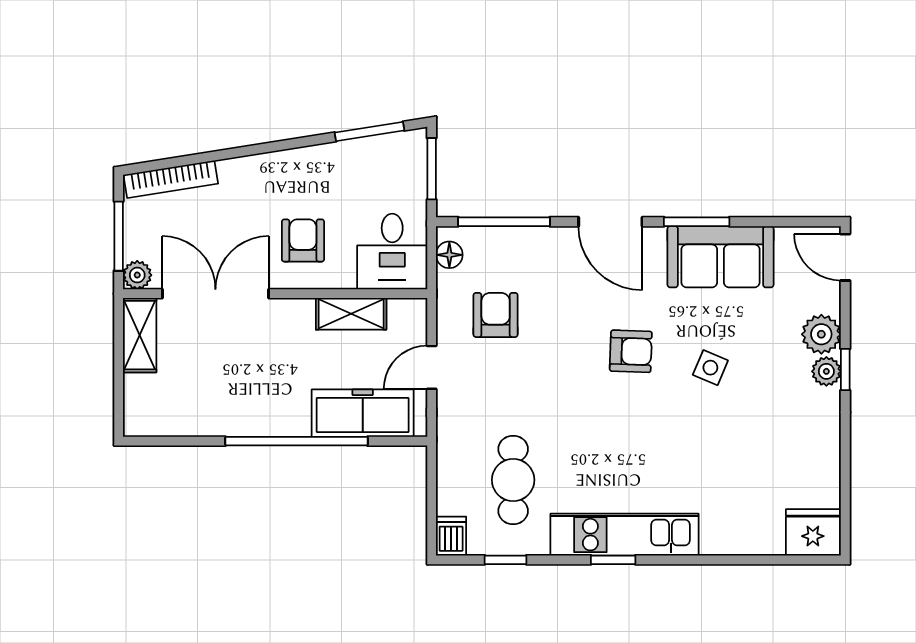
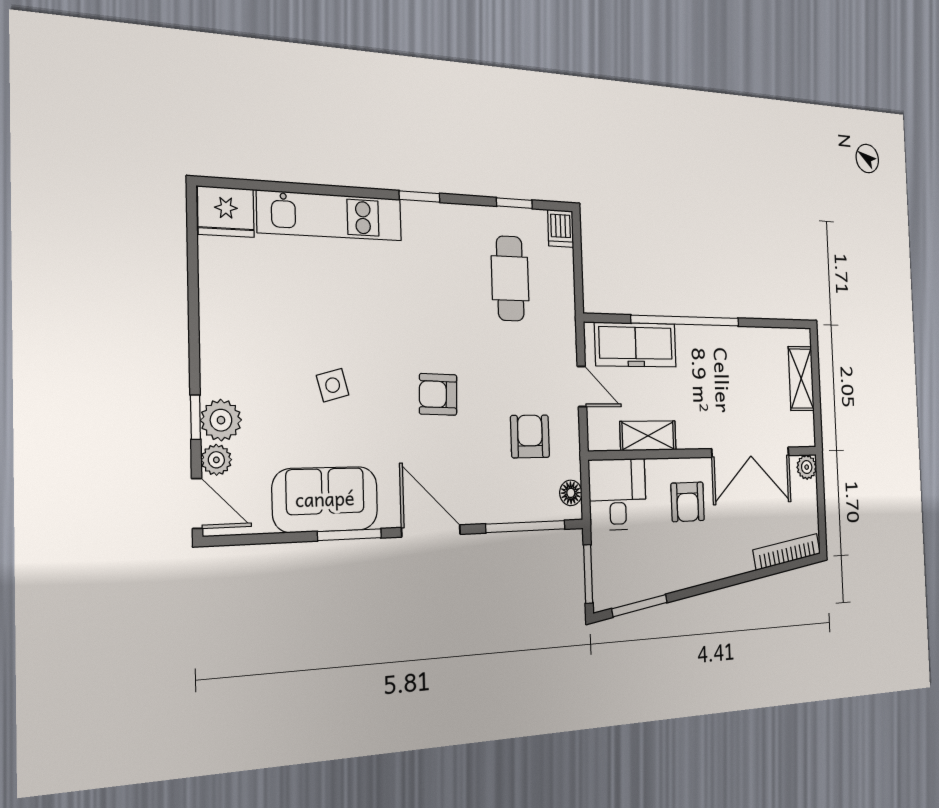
window: (119, 236) -> (821, 500), removed
armchair: (496, 315) -> (530, 436), turned 180
shelving: (140, 335) -> (801, 379), moved
armchair: (631, 351) -> (438, 394), moved
door: (432, 367) -> (582, 386), hinge flipped
side table: (710, 368) -> (333, 385), turned -38
window: (845, 369) -> (195, 417), moved
plant: (826, 371) -> (216, 460), moved
kitchen unit: (624, 535) -> (330, 216), moved

